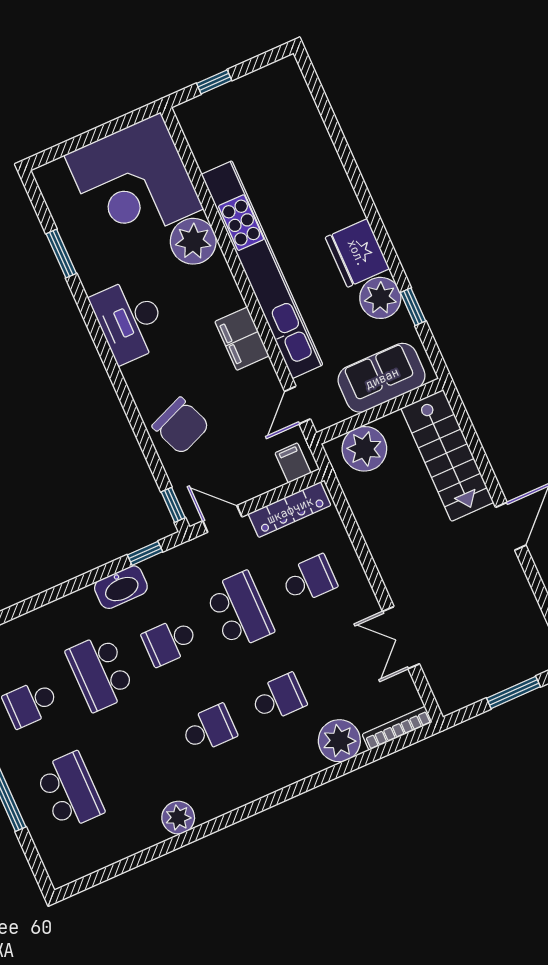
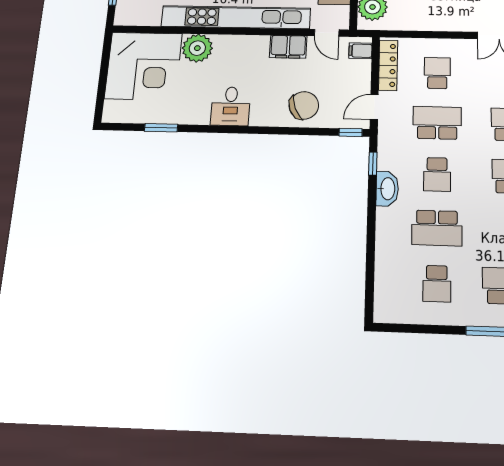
desk: (130, 320) -> (231, 106), width x0.73
filing cabinet: (242, 339) -> (288, 47), moved

